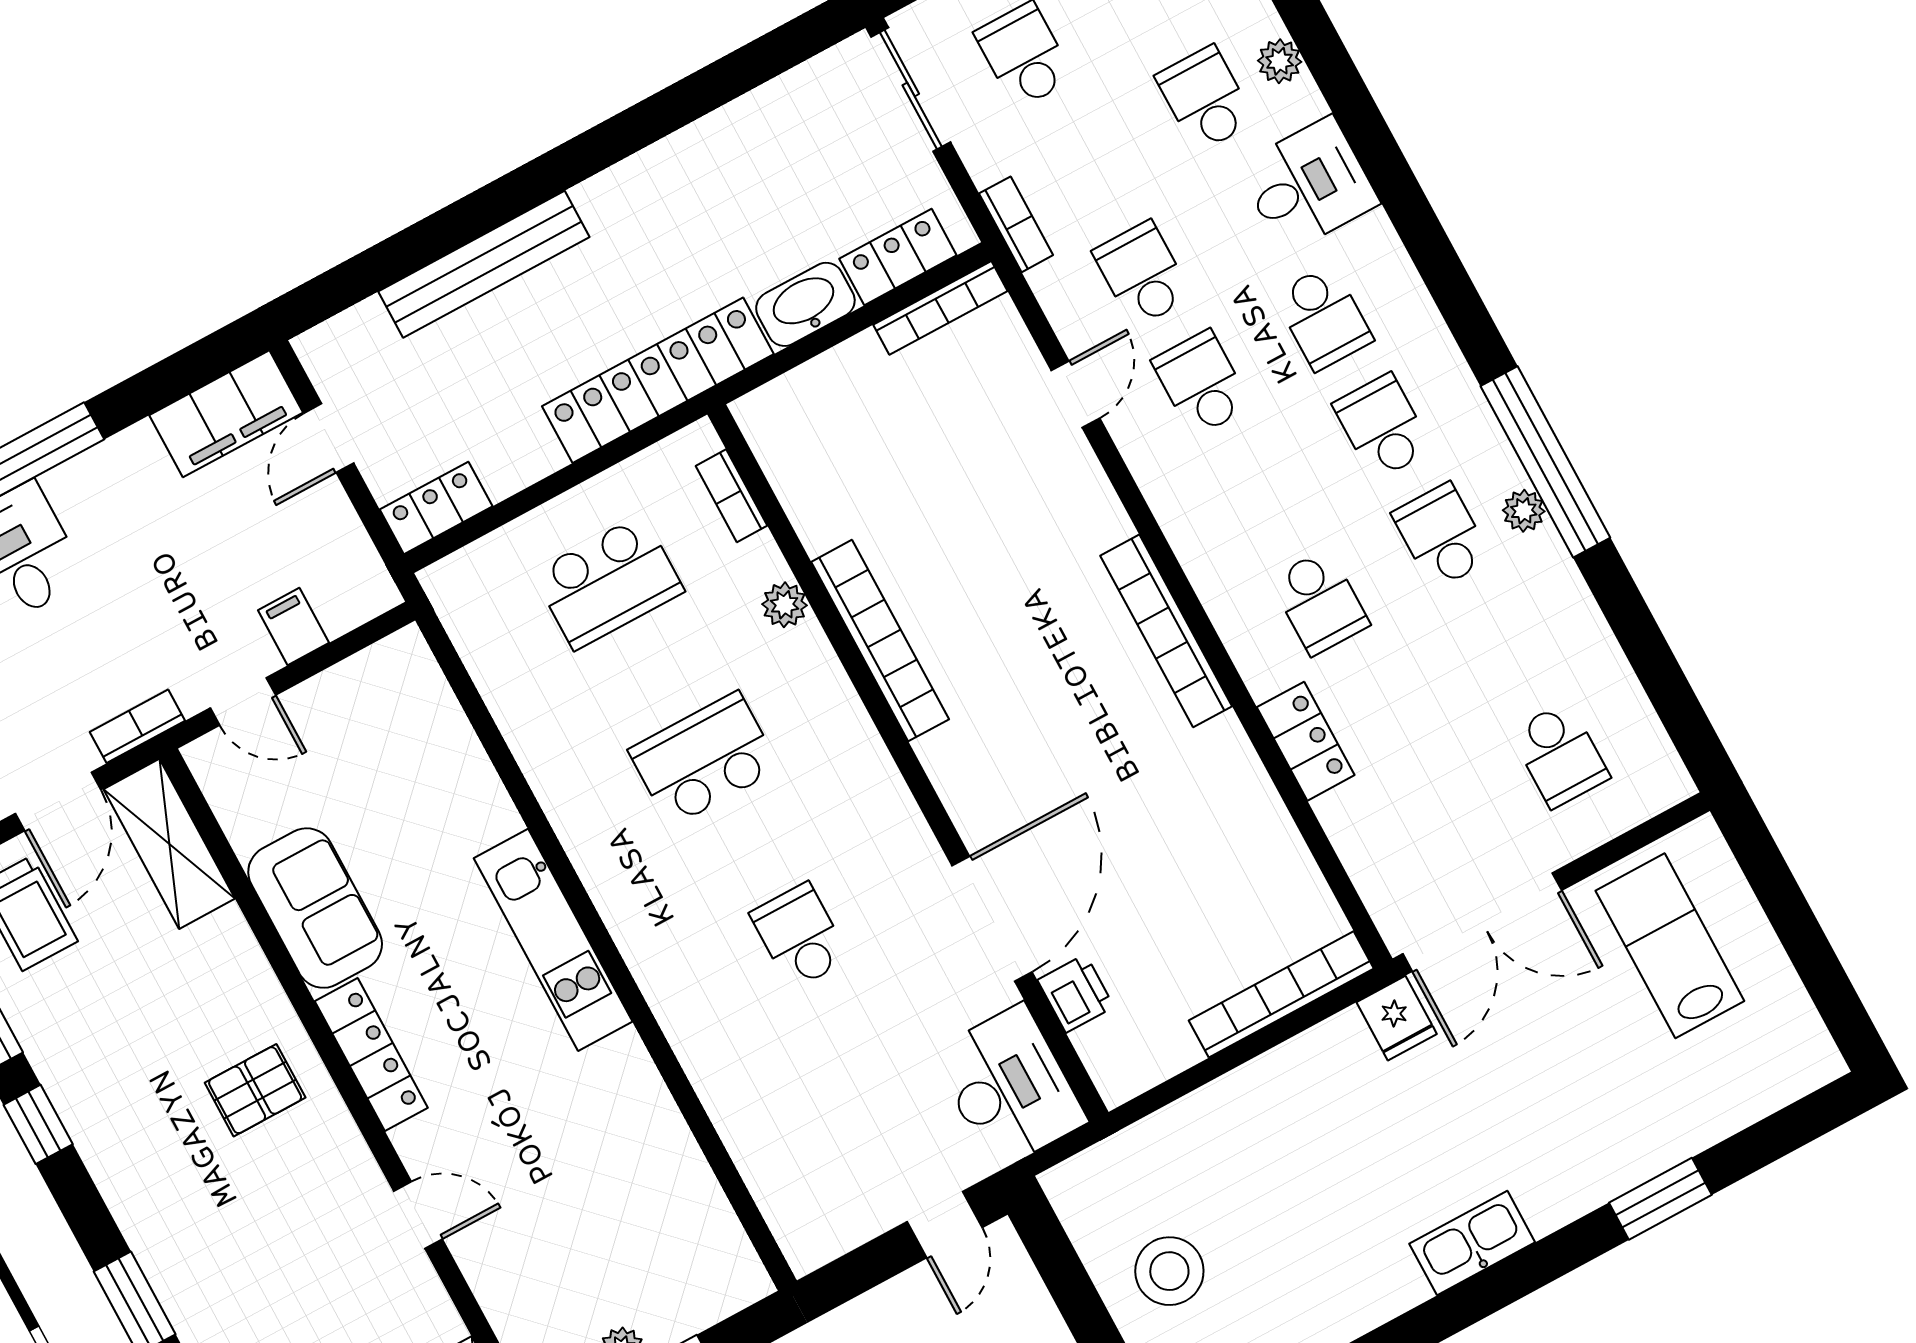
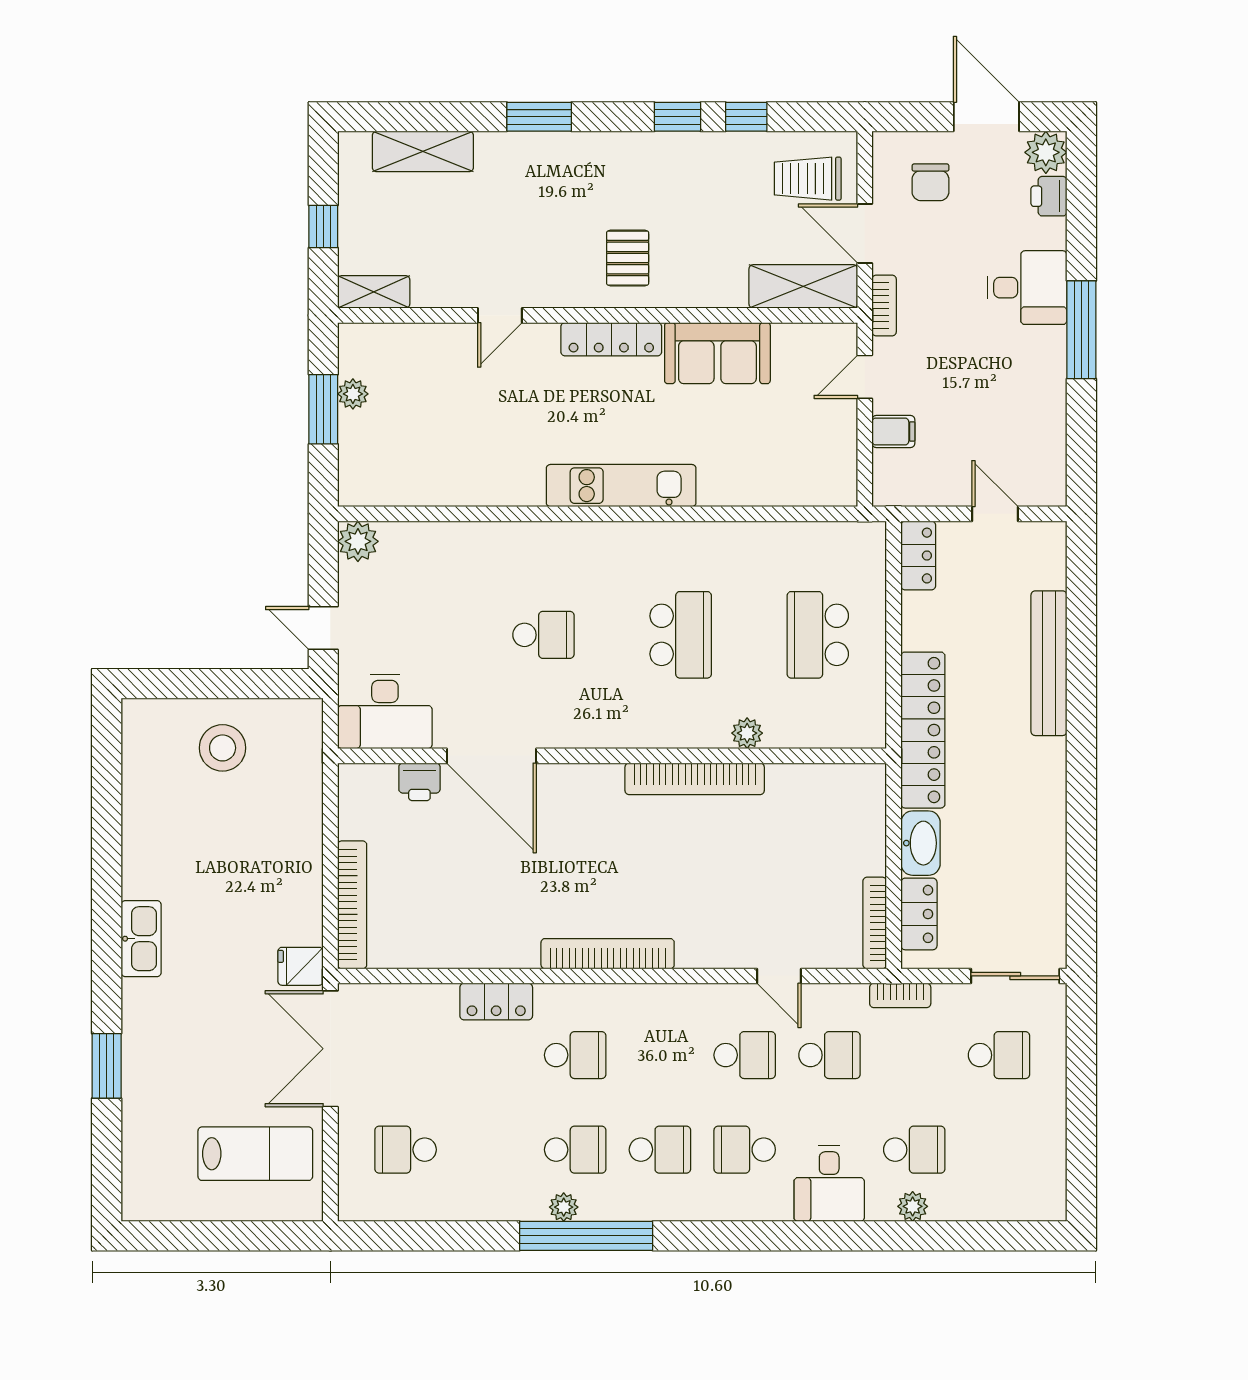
filing cabinet: (226, 414) -> (1043, 460), removed
bookcase: (731, 496) -> (830, 737), removed
school desk: (1320, 602) -> (575, 1055), turned 180
plant: (809, 1240) -> (358, 541), added

